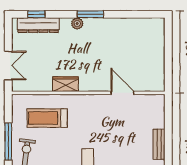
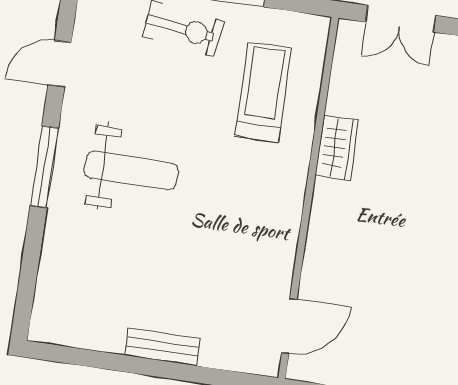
door: (122, 93) -> (289, 326), moved

